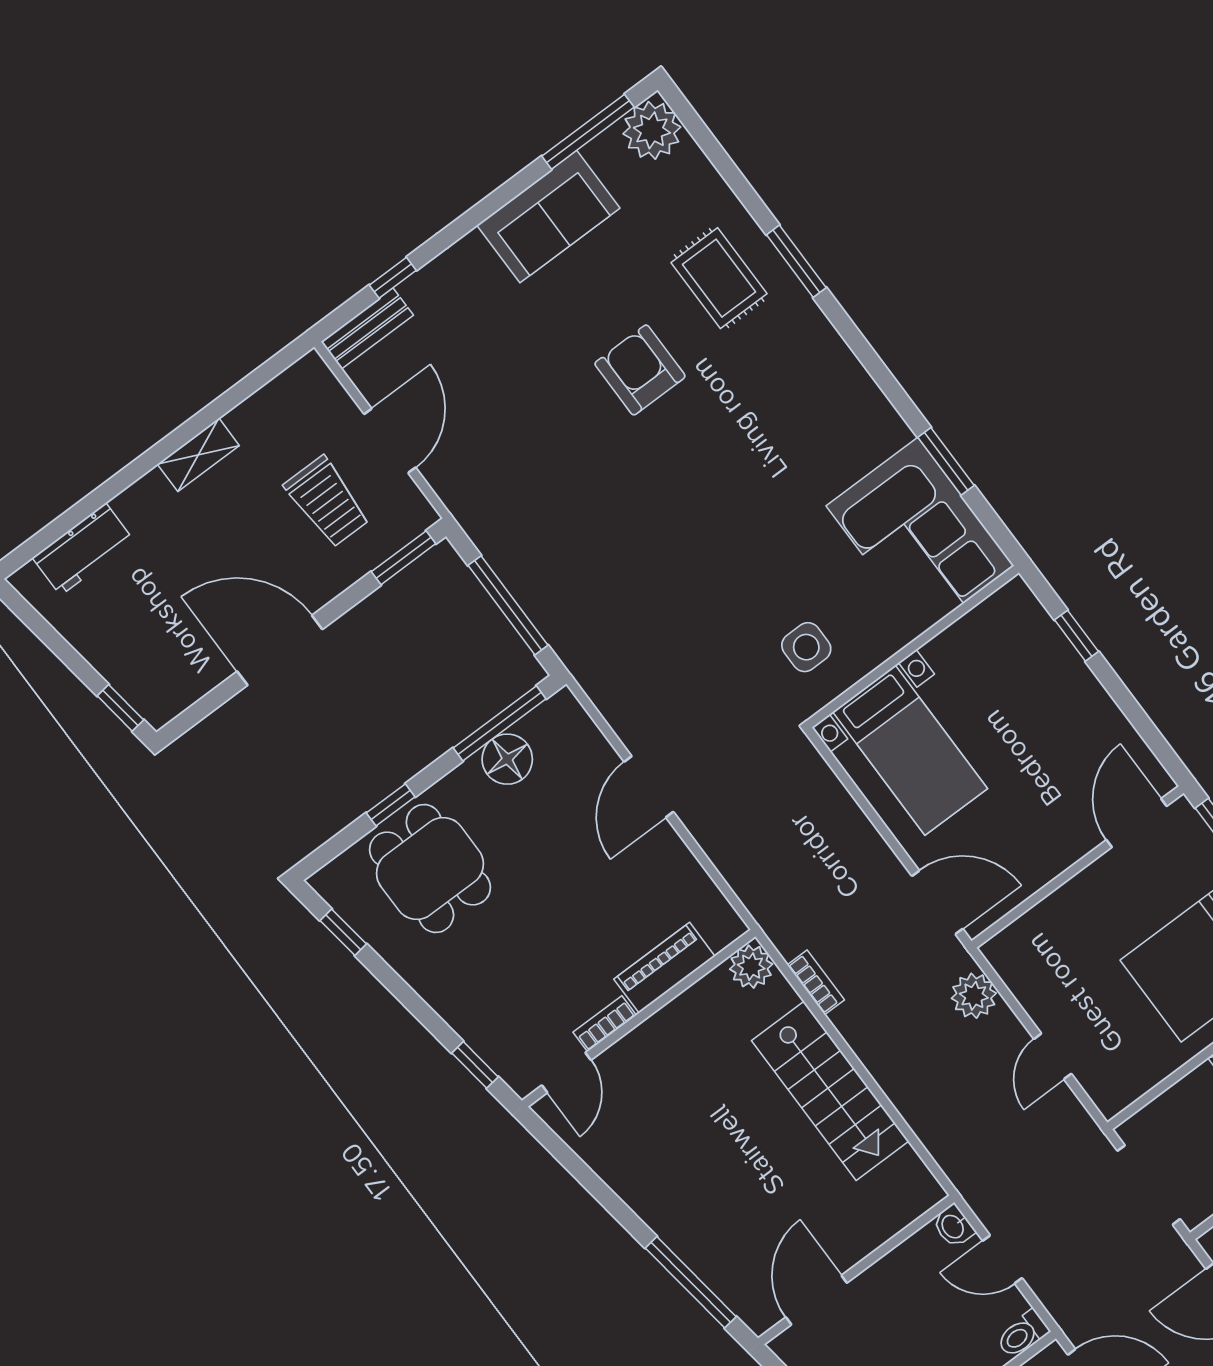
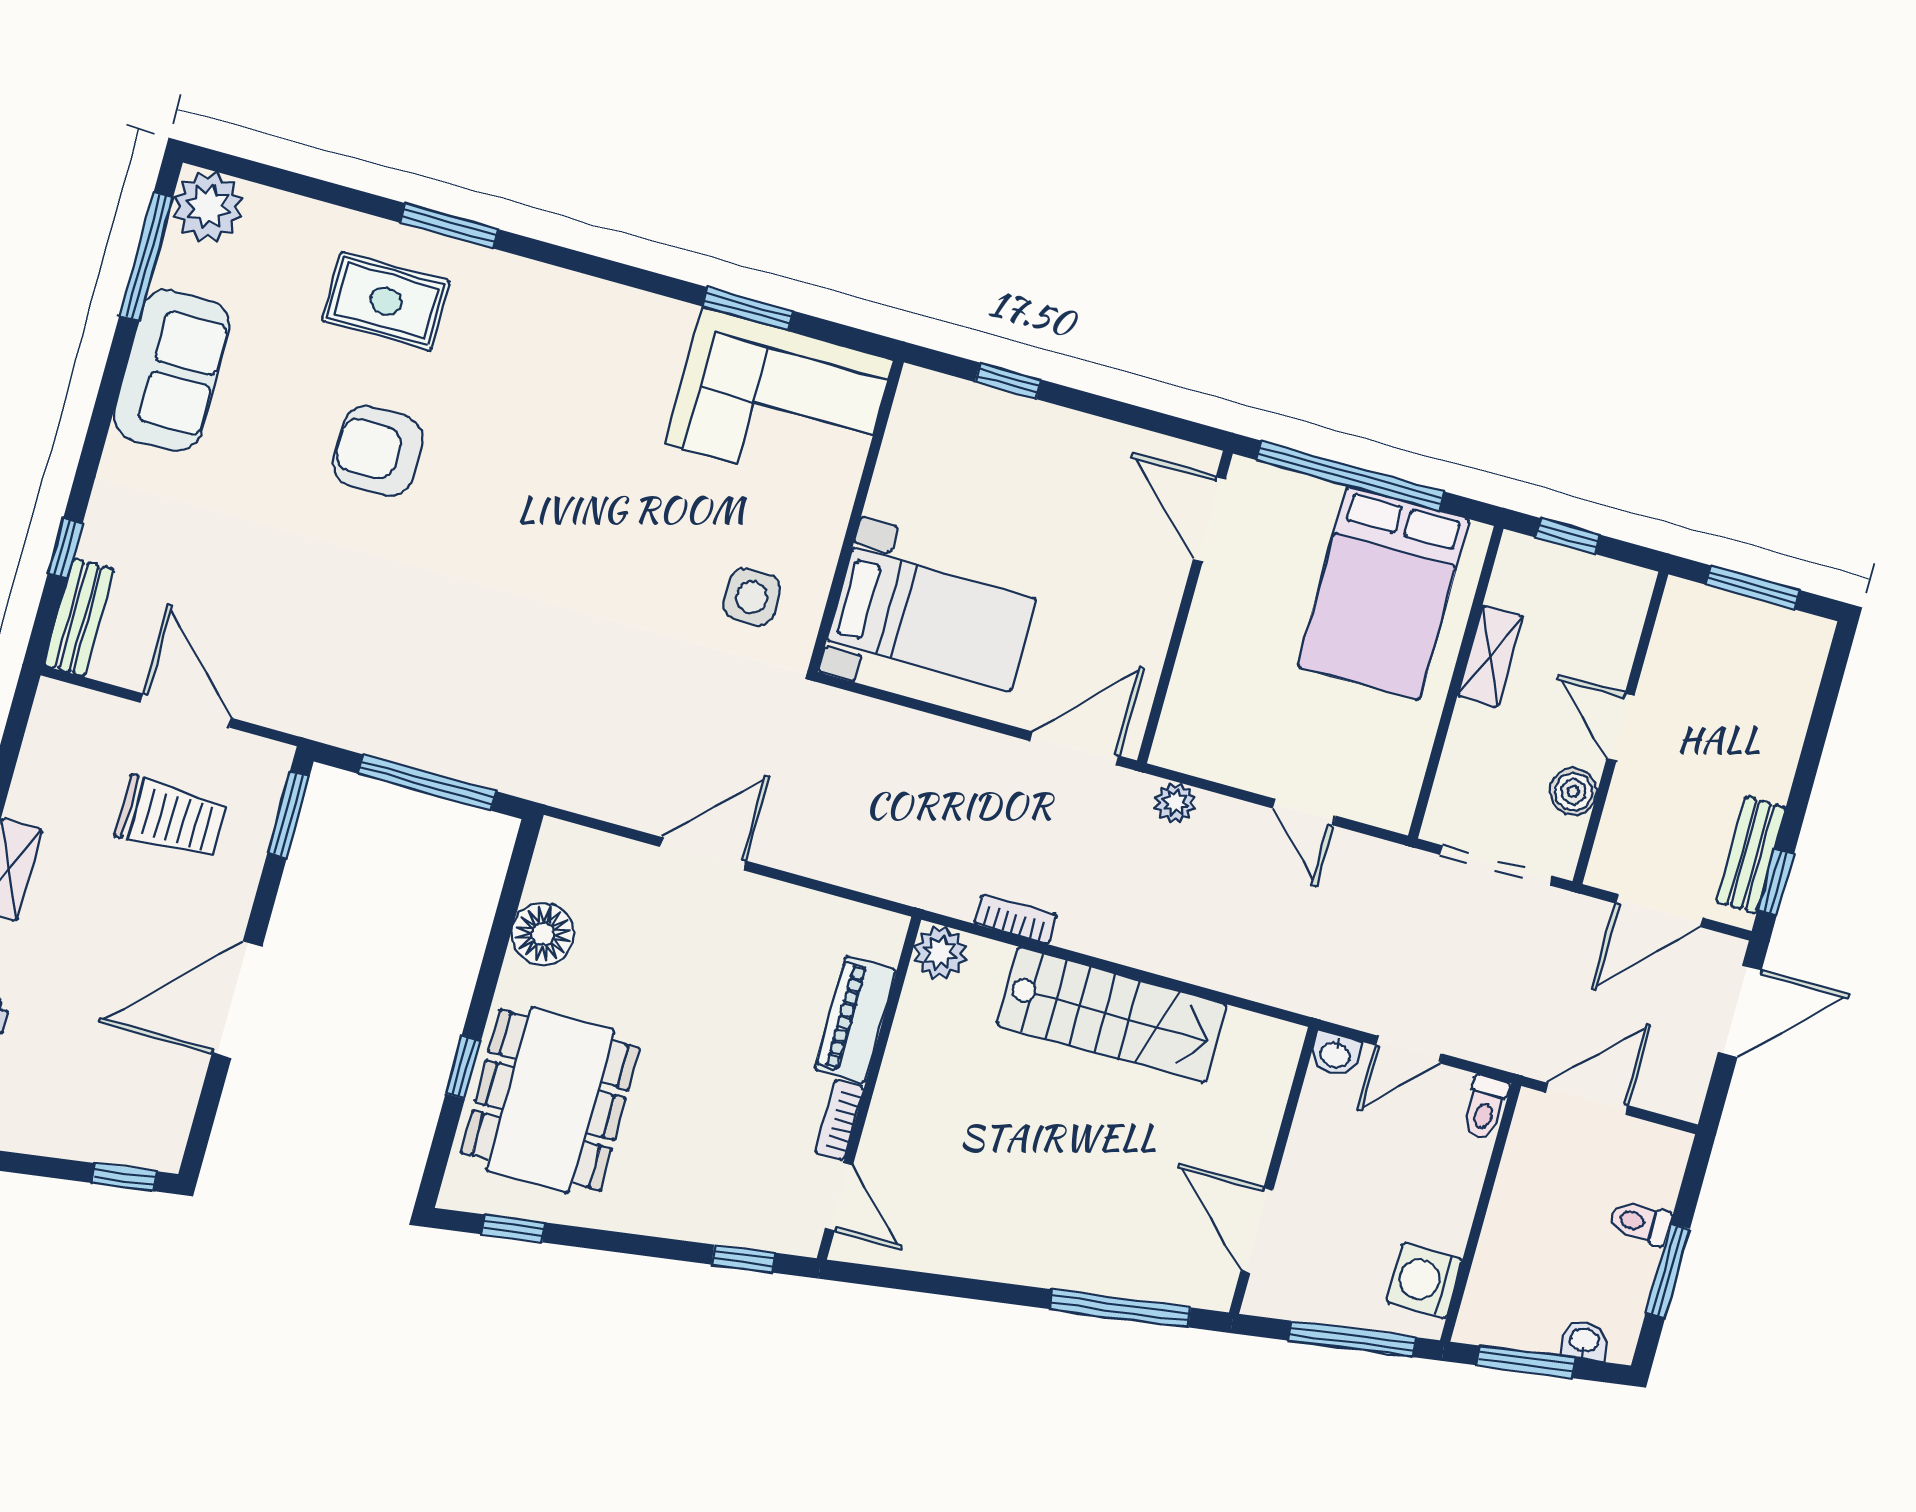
window: (500, 723) -> (508, 905), removed
door: (649, 787) -> (703, 854), swing flipped
dining table: (430, 869) -> (550, 1100), width x1.37
plant: (974, 996) -> (1175, 803), width x0.73, depth x0.73

